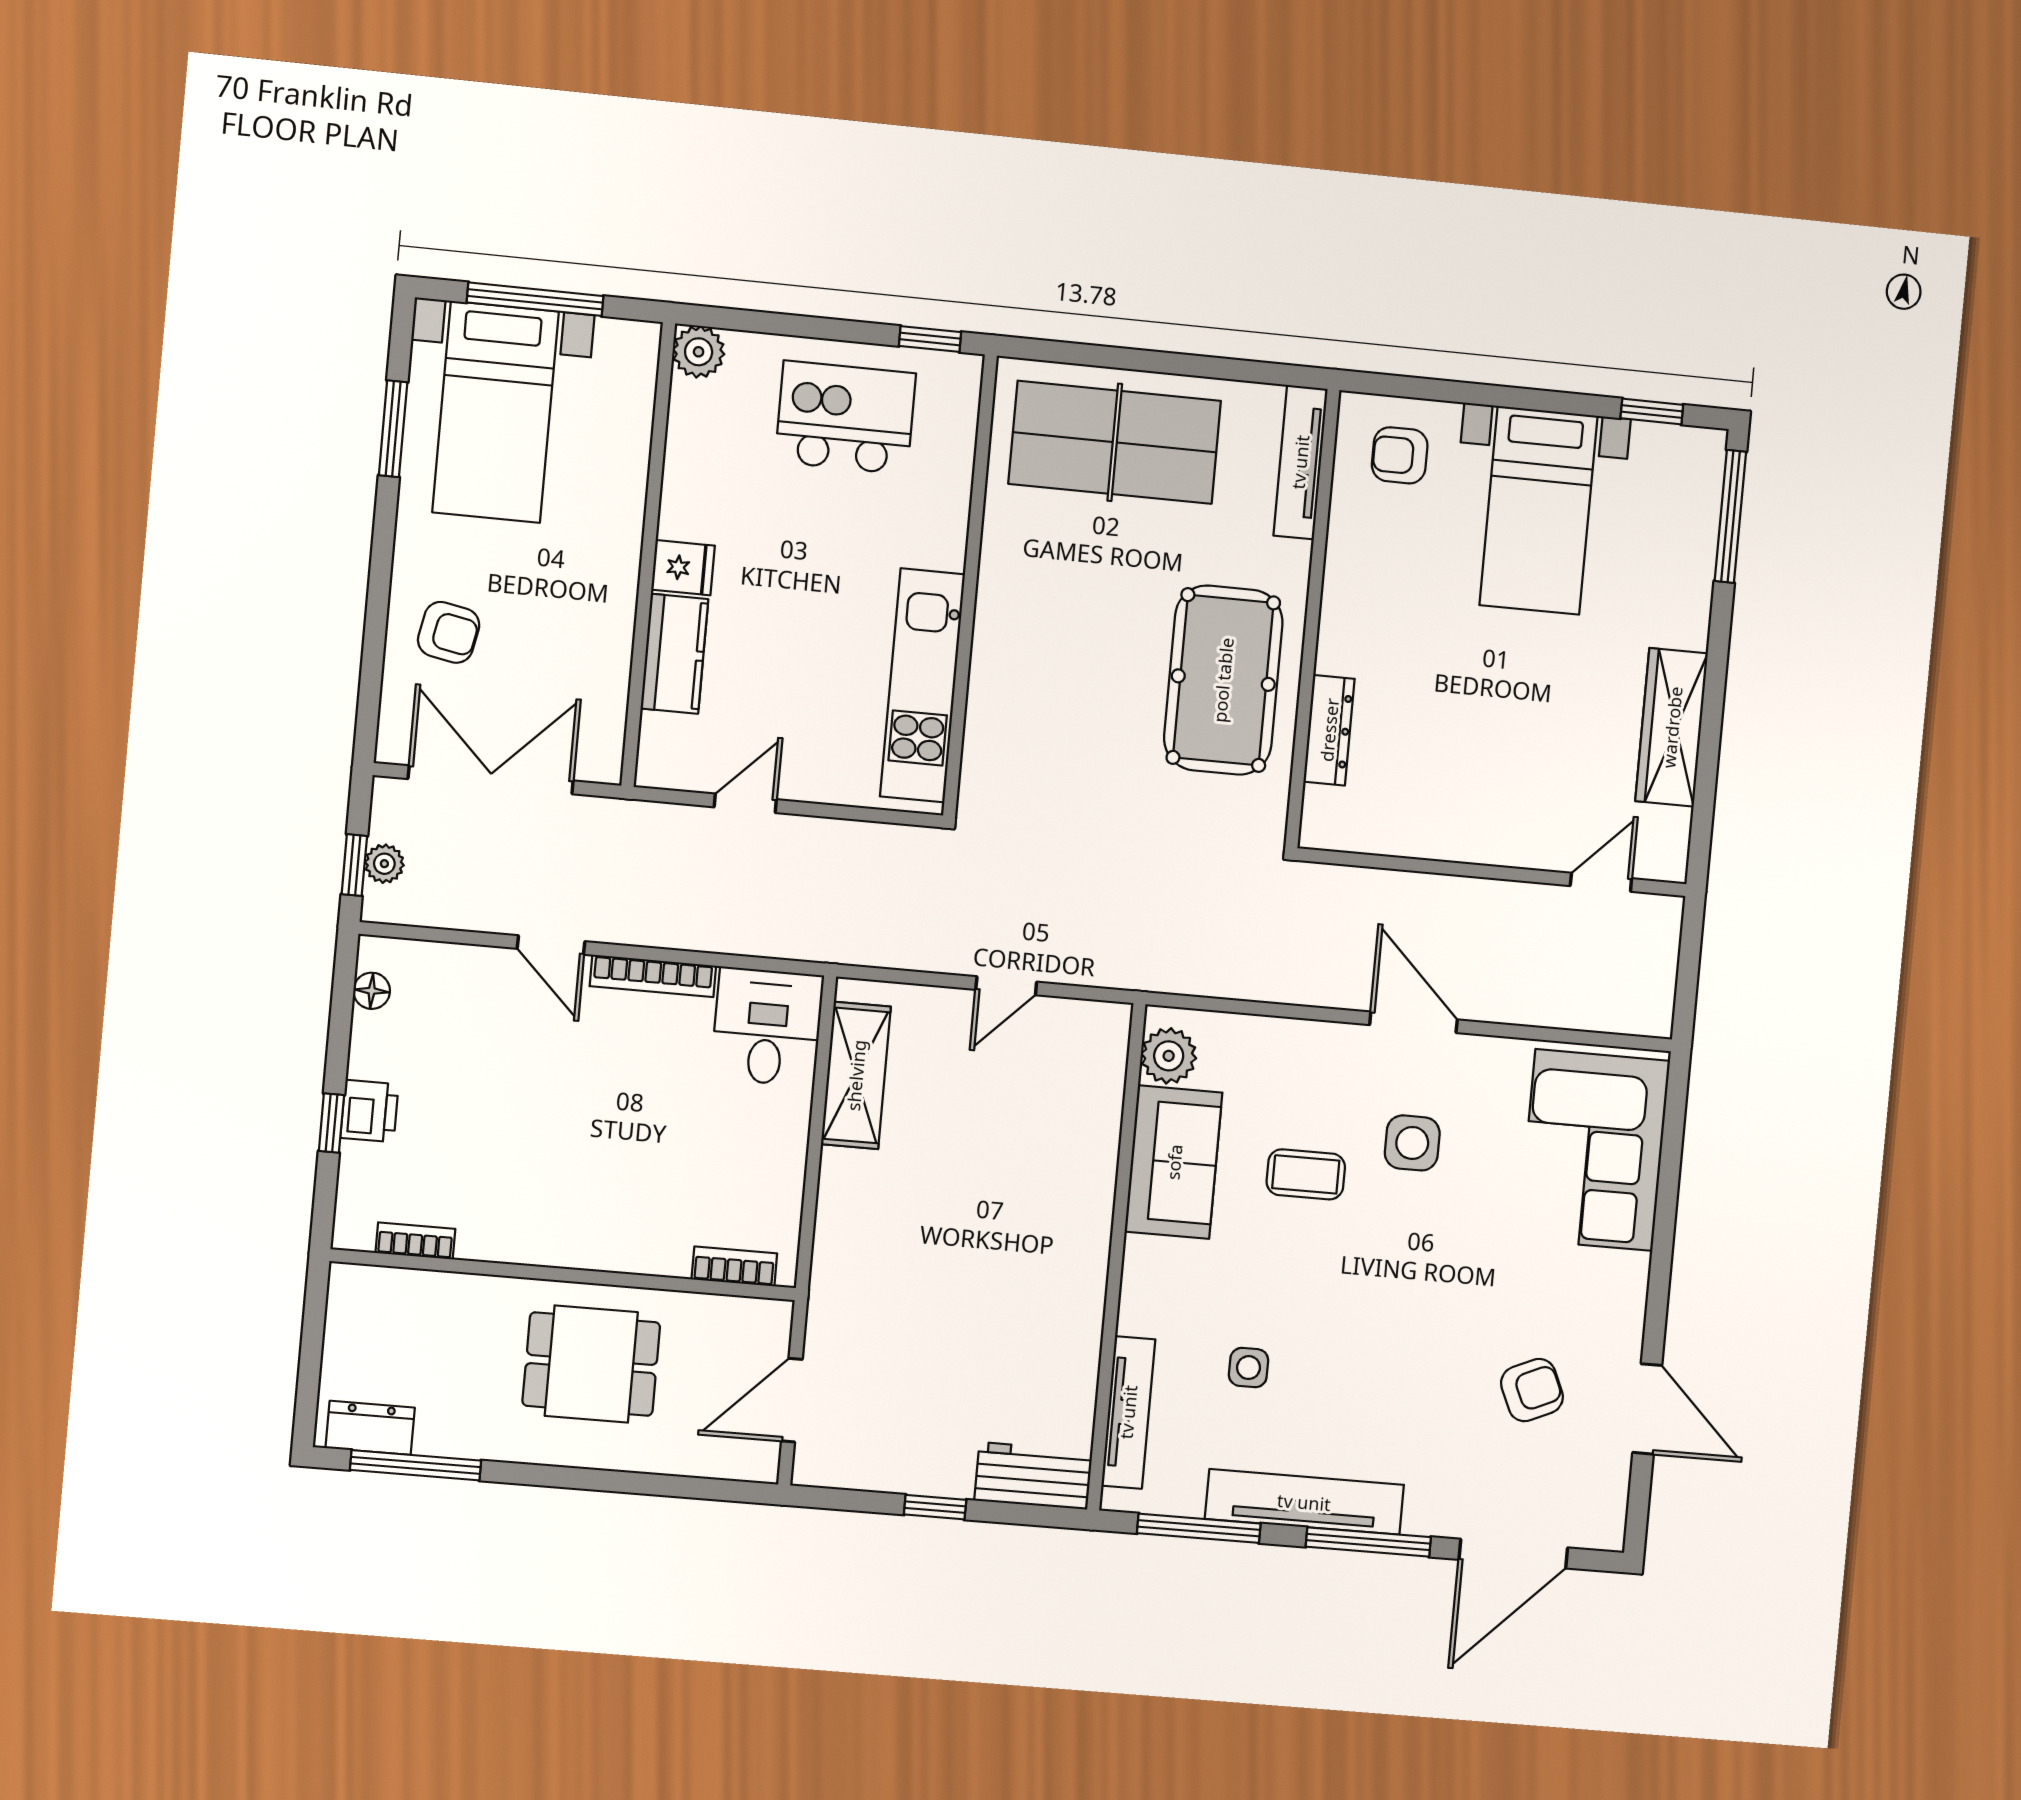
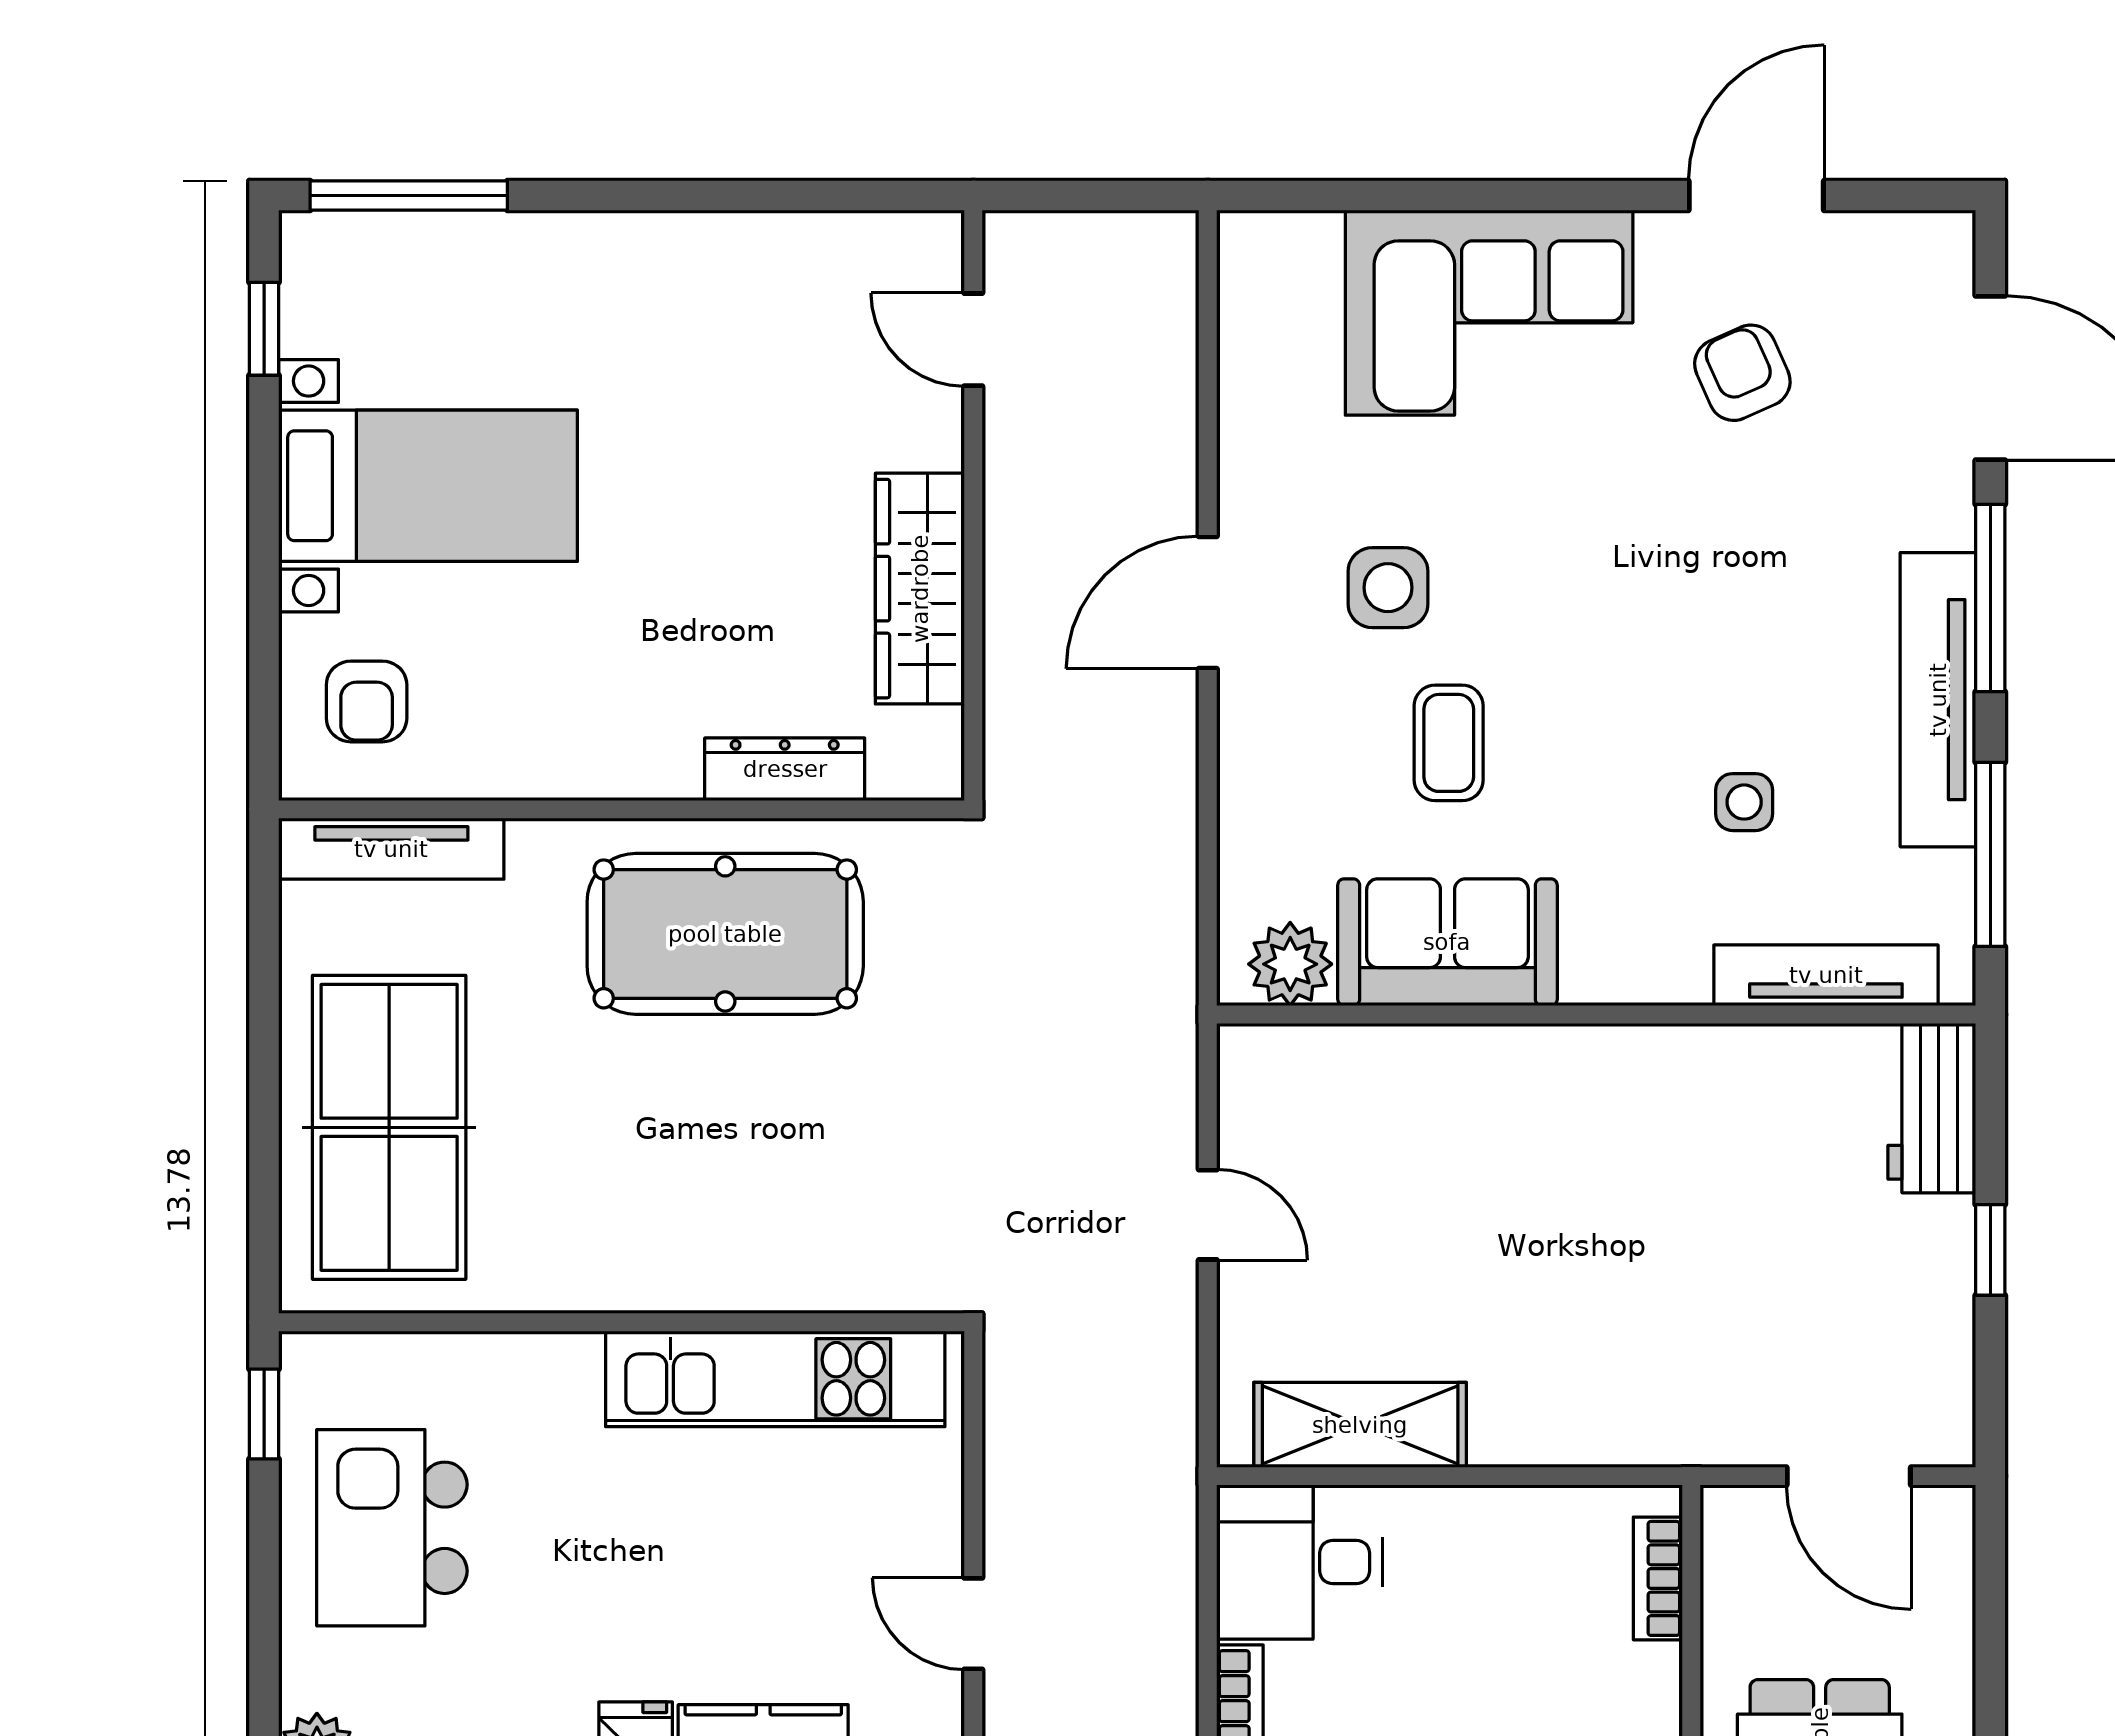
wardrobe: (1672, 727) -> (920, 589), moved, turned 90
corner sofa: (1594, 1150) -> (1489, 313), moved

